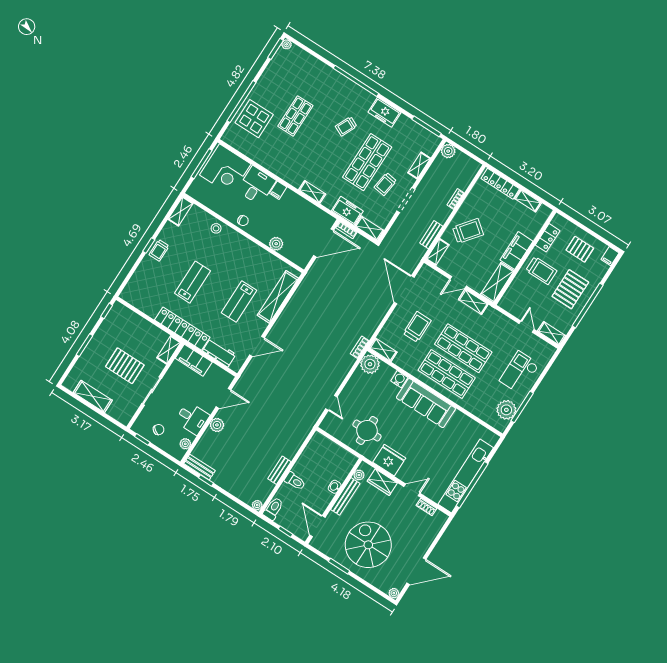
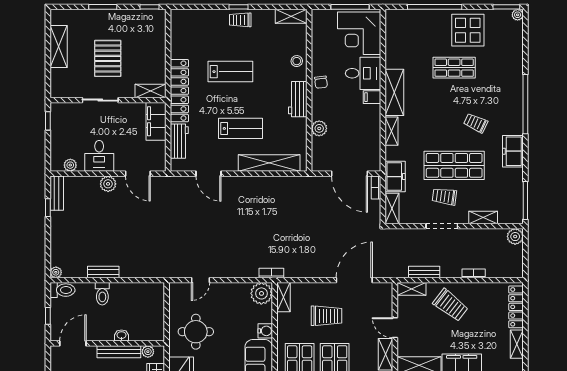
display table: (254, 119) -> (468, 30), moved
shelving: (285, 172) -> (394, 92), added
workbench: (244, 246) -> (298, 99), added
lab bench: (239, 301) -> (241, 128), turned 180
chair: (159, 430) -> (67, 131), removed

